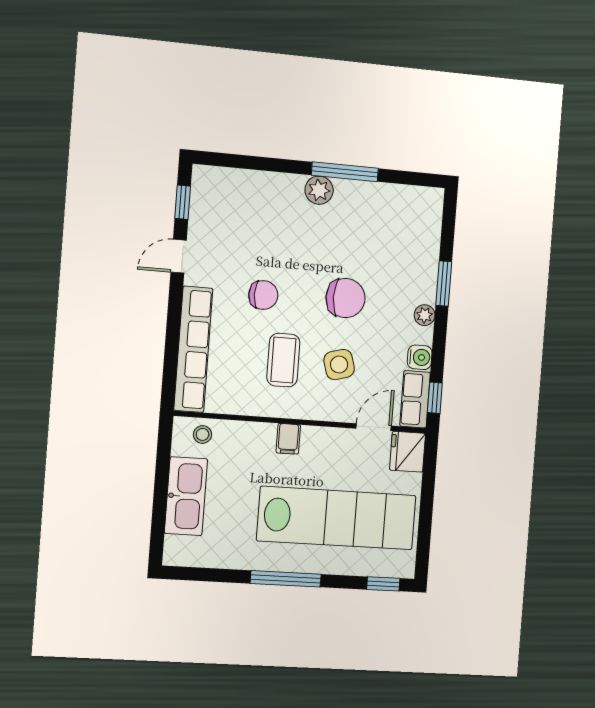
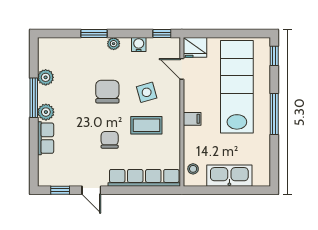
plant: (377, 195) -> (46, 77), added
row of seats: (415, 399) -> (46, 138), moved, turned -90

